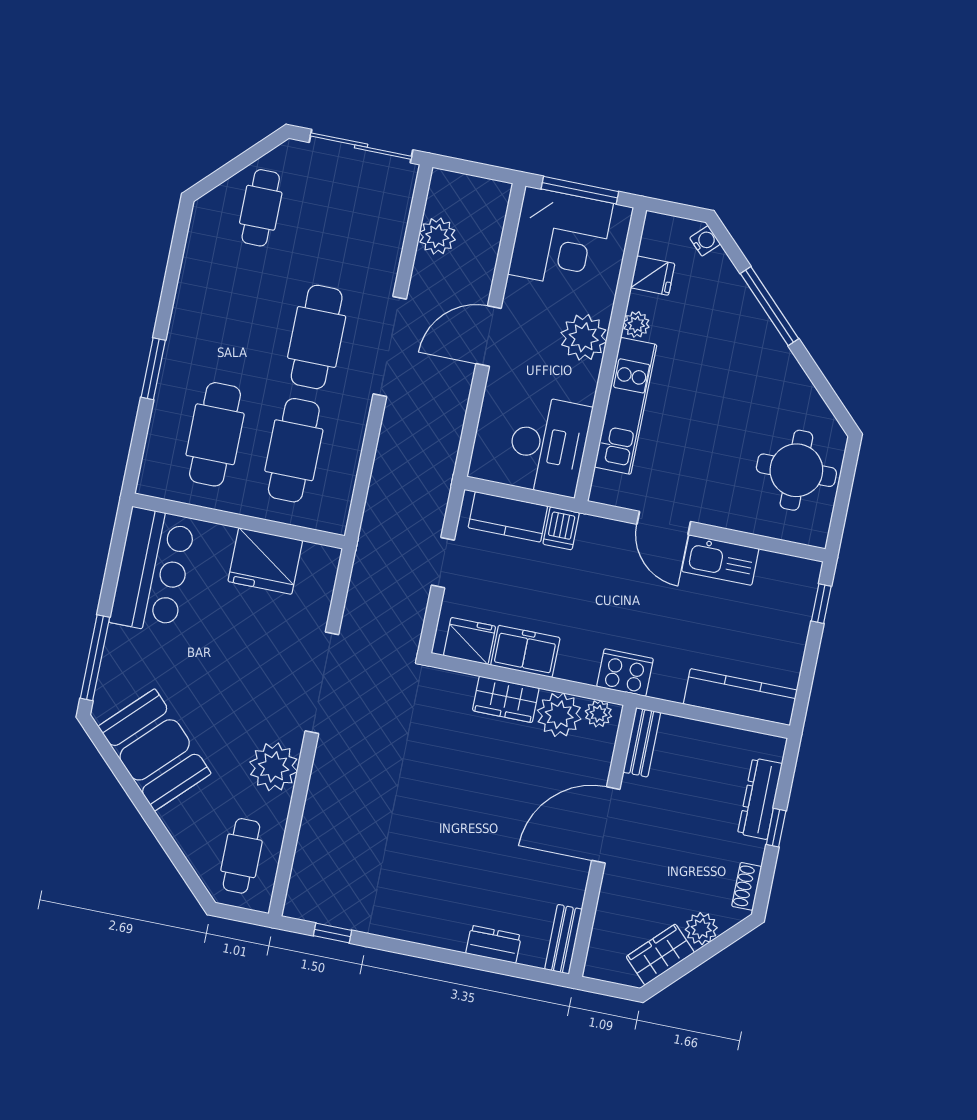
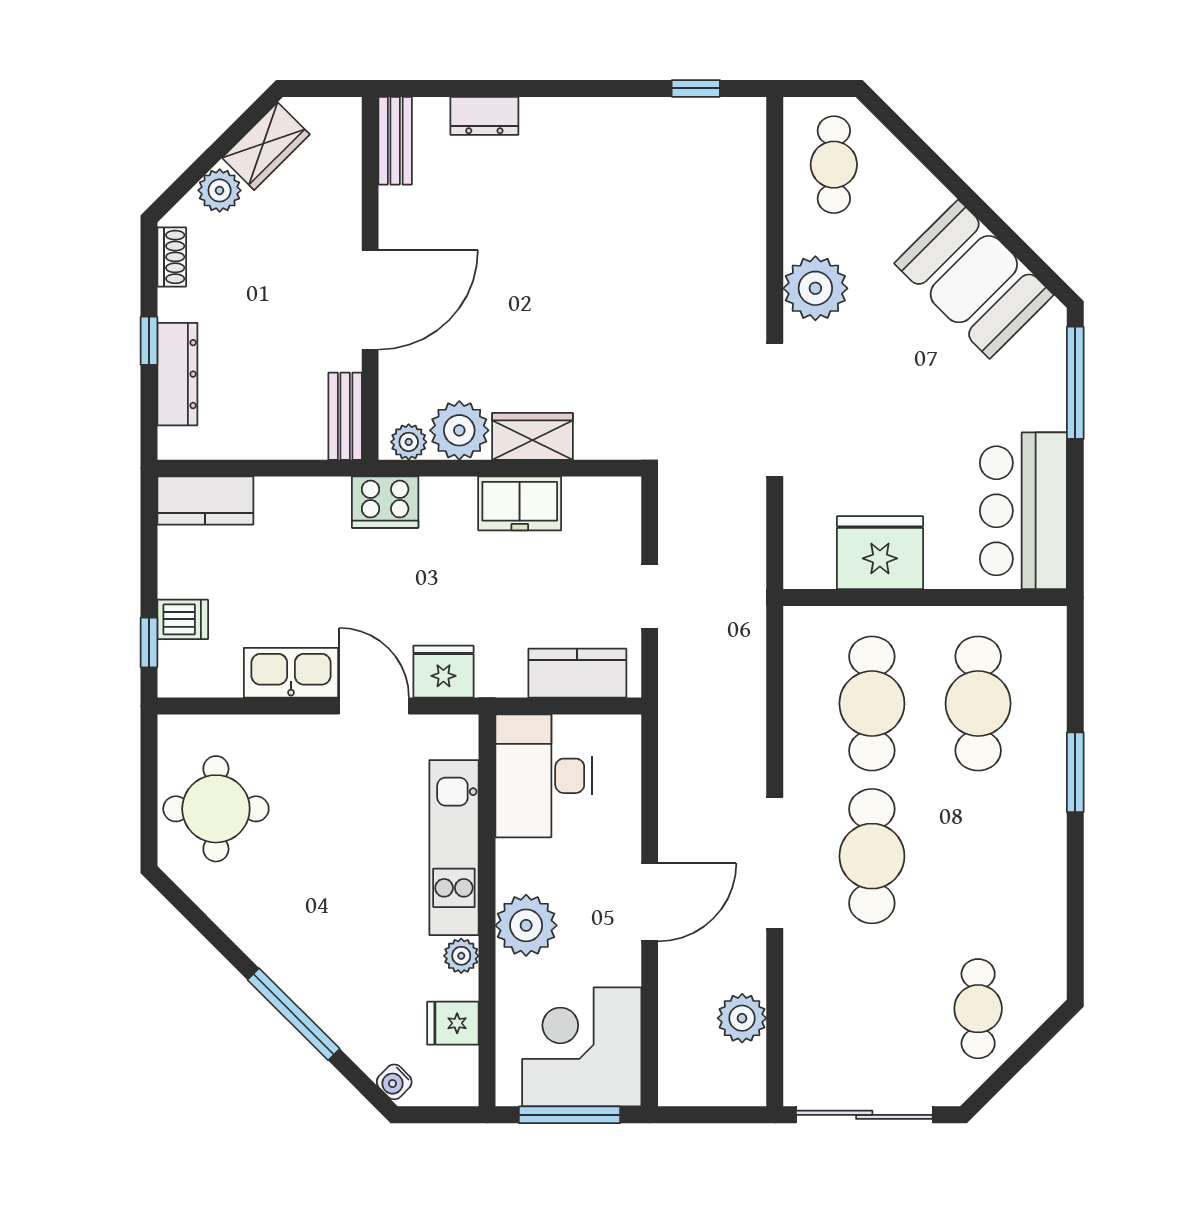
dishwasher: (561, 528) -> (183, 619), moved, turned 90
fridge: (469, 641) -> (443, 672), moved, turned 180
kitchen counter: (740, 697) -> (205, 500), width x0.67

